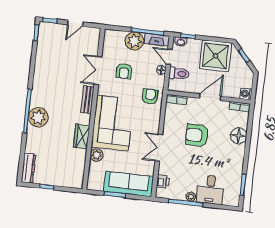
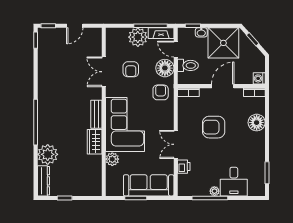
washbasin: (181, 42) -> (201, 32), moved
floor lamp: (161, 70) -> (165, 68), width x1.89, depth x1.89
bench: (87, 100) -> (96, 114), moved
plant: (38, 117) -> (48, 154), moved
printer: (163, 181) -> (184, 167), moved

